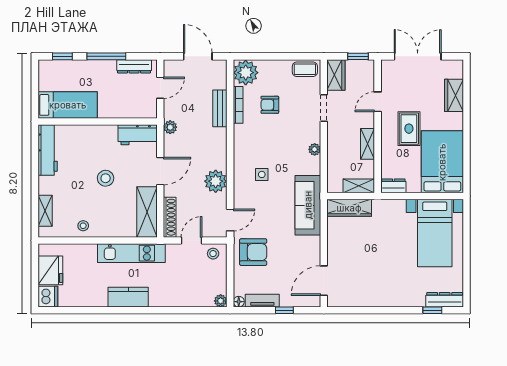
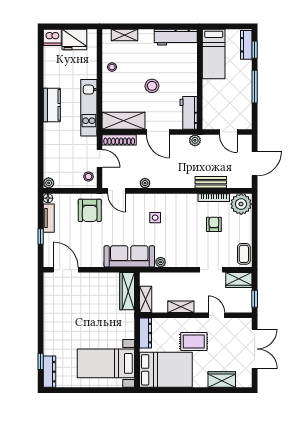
dresser: (134, 66) -> (246, 45), moved
plant: (315, 149) -> (161, 262), moved
plant: (216, 181) -> (145, 183), width x0.53, depth x0.53
dresser: (393, 186) -> (146, 333), width x1.44

